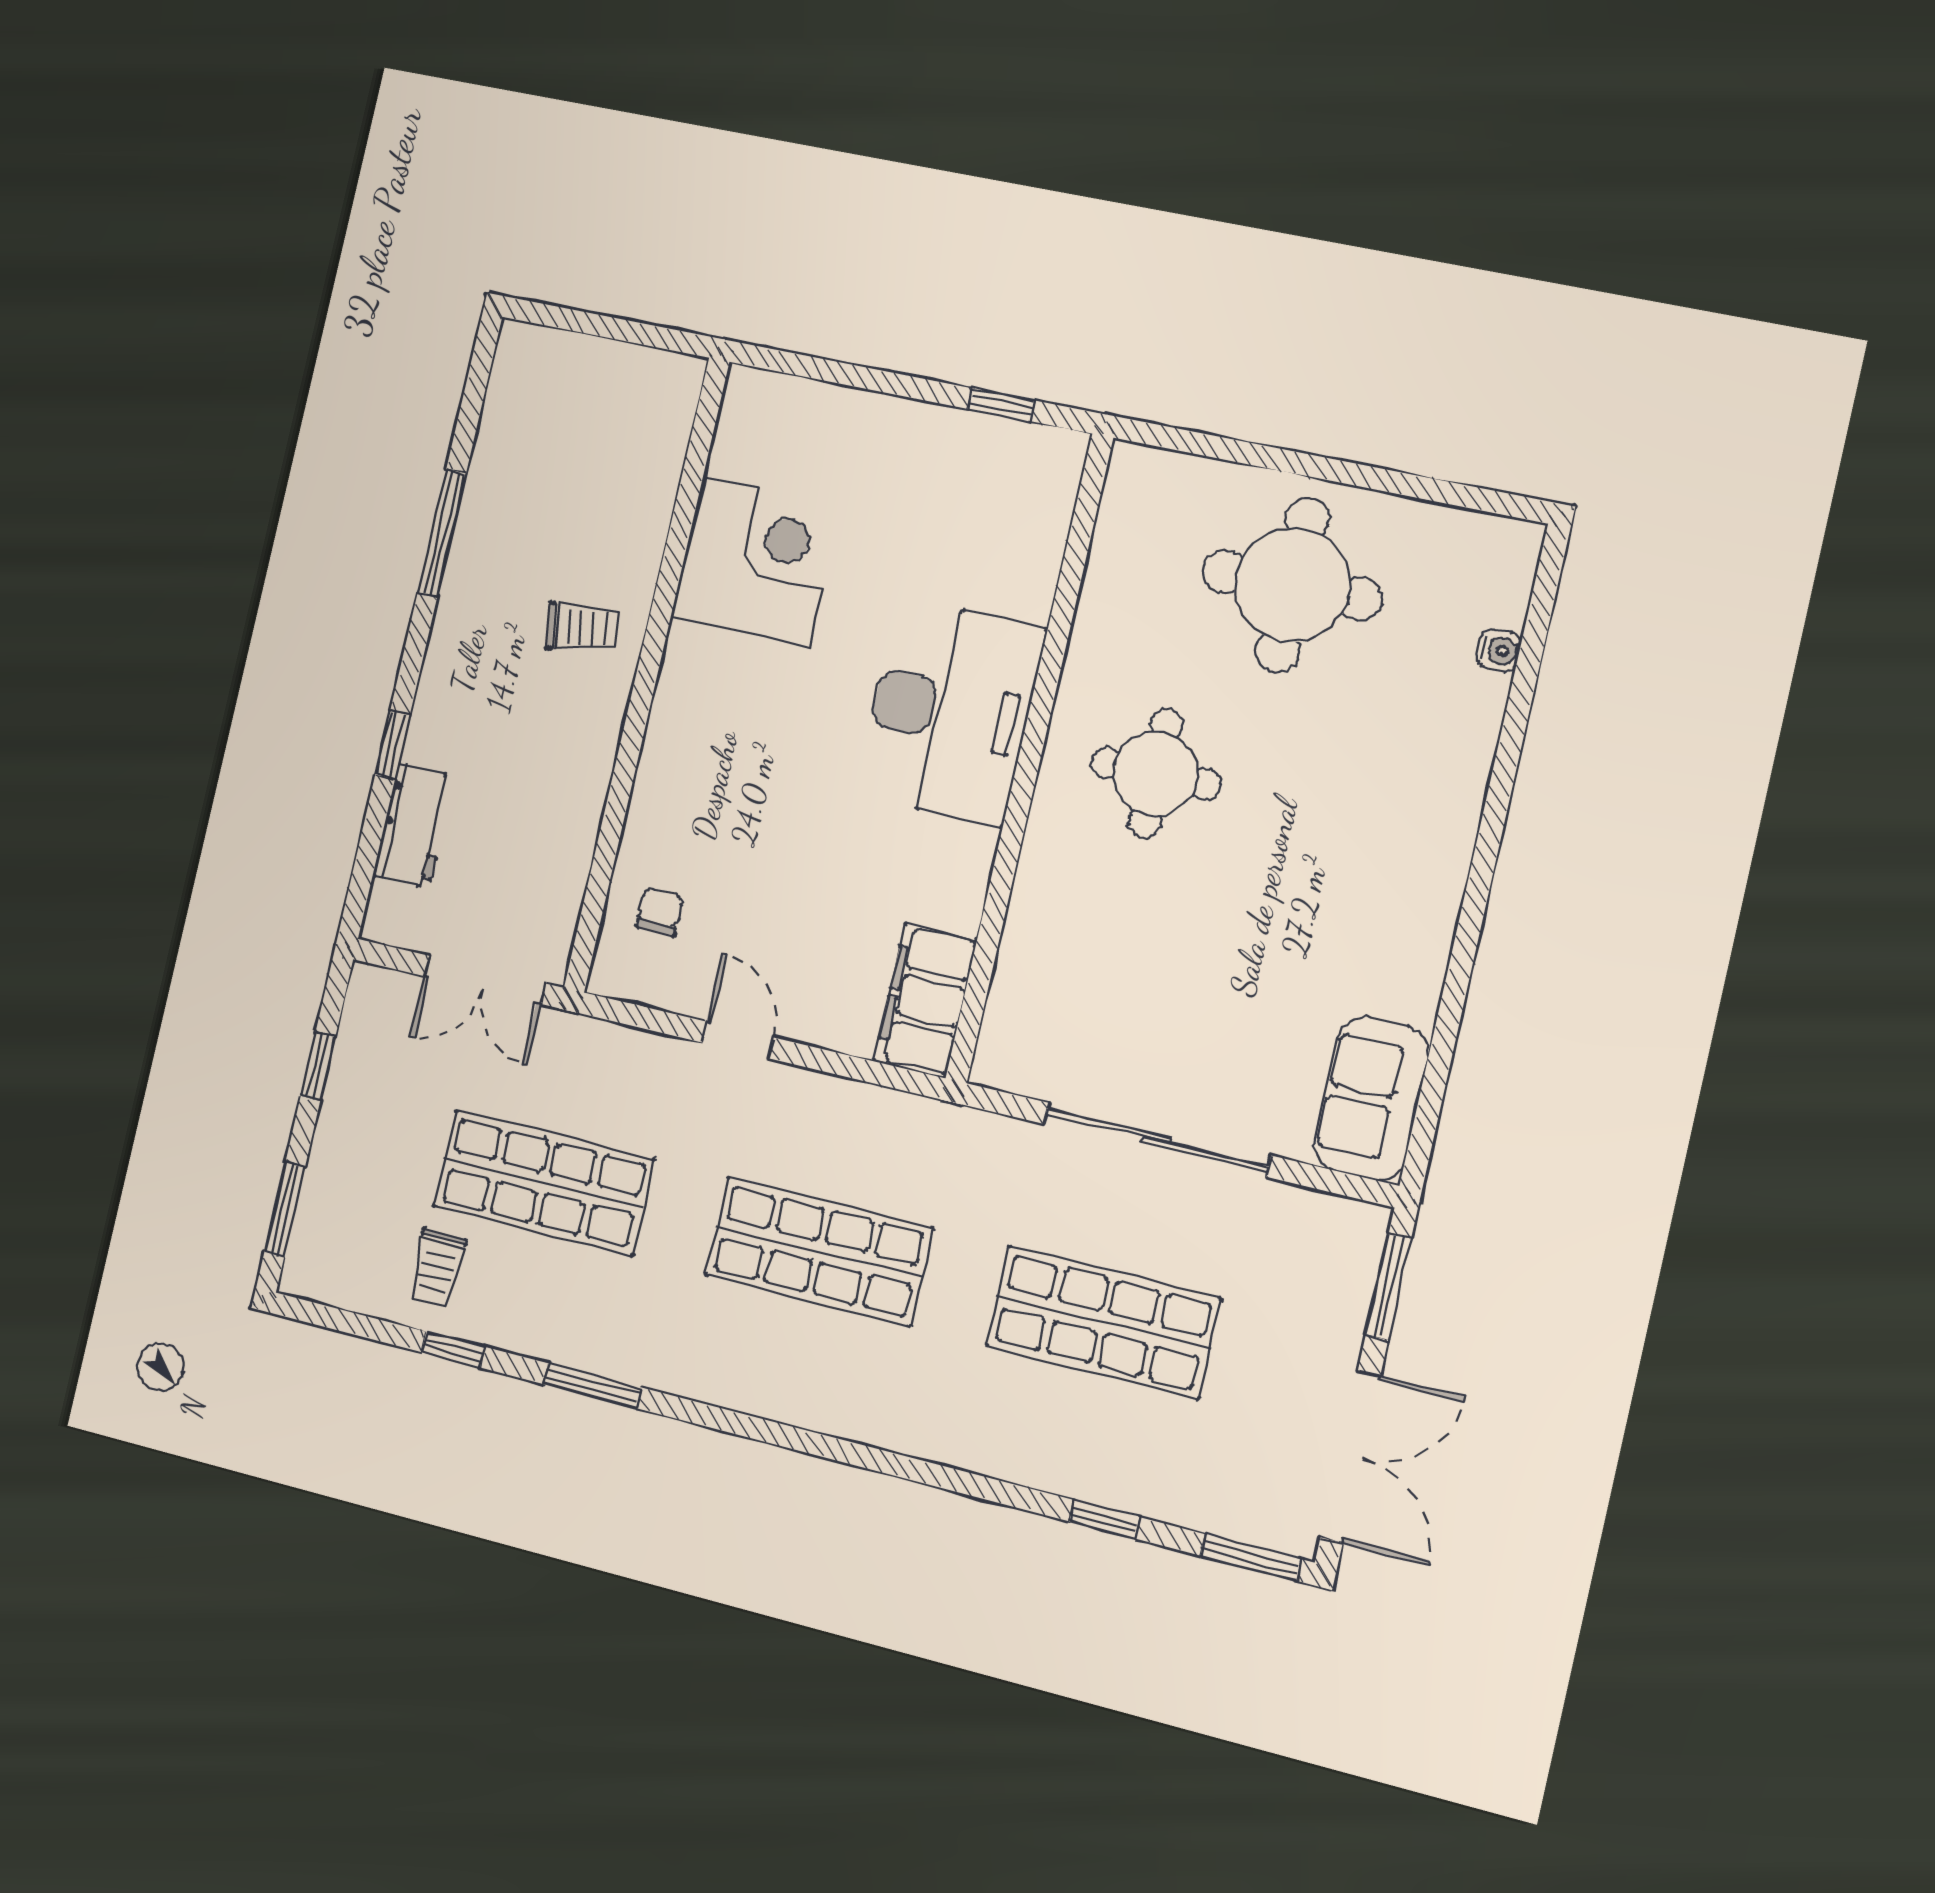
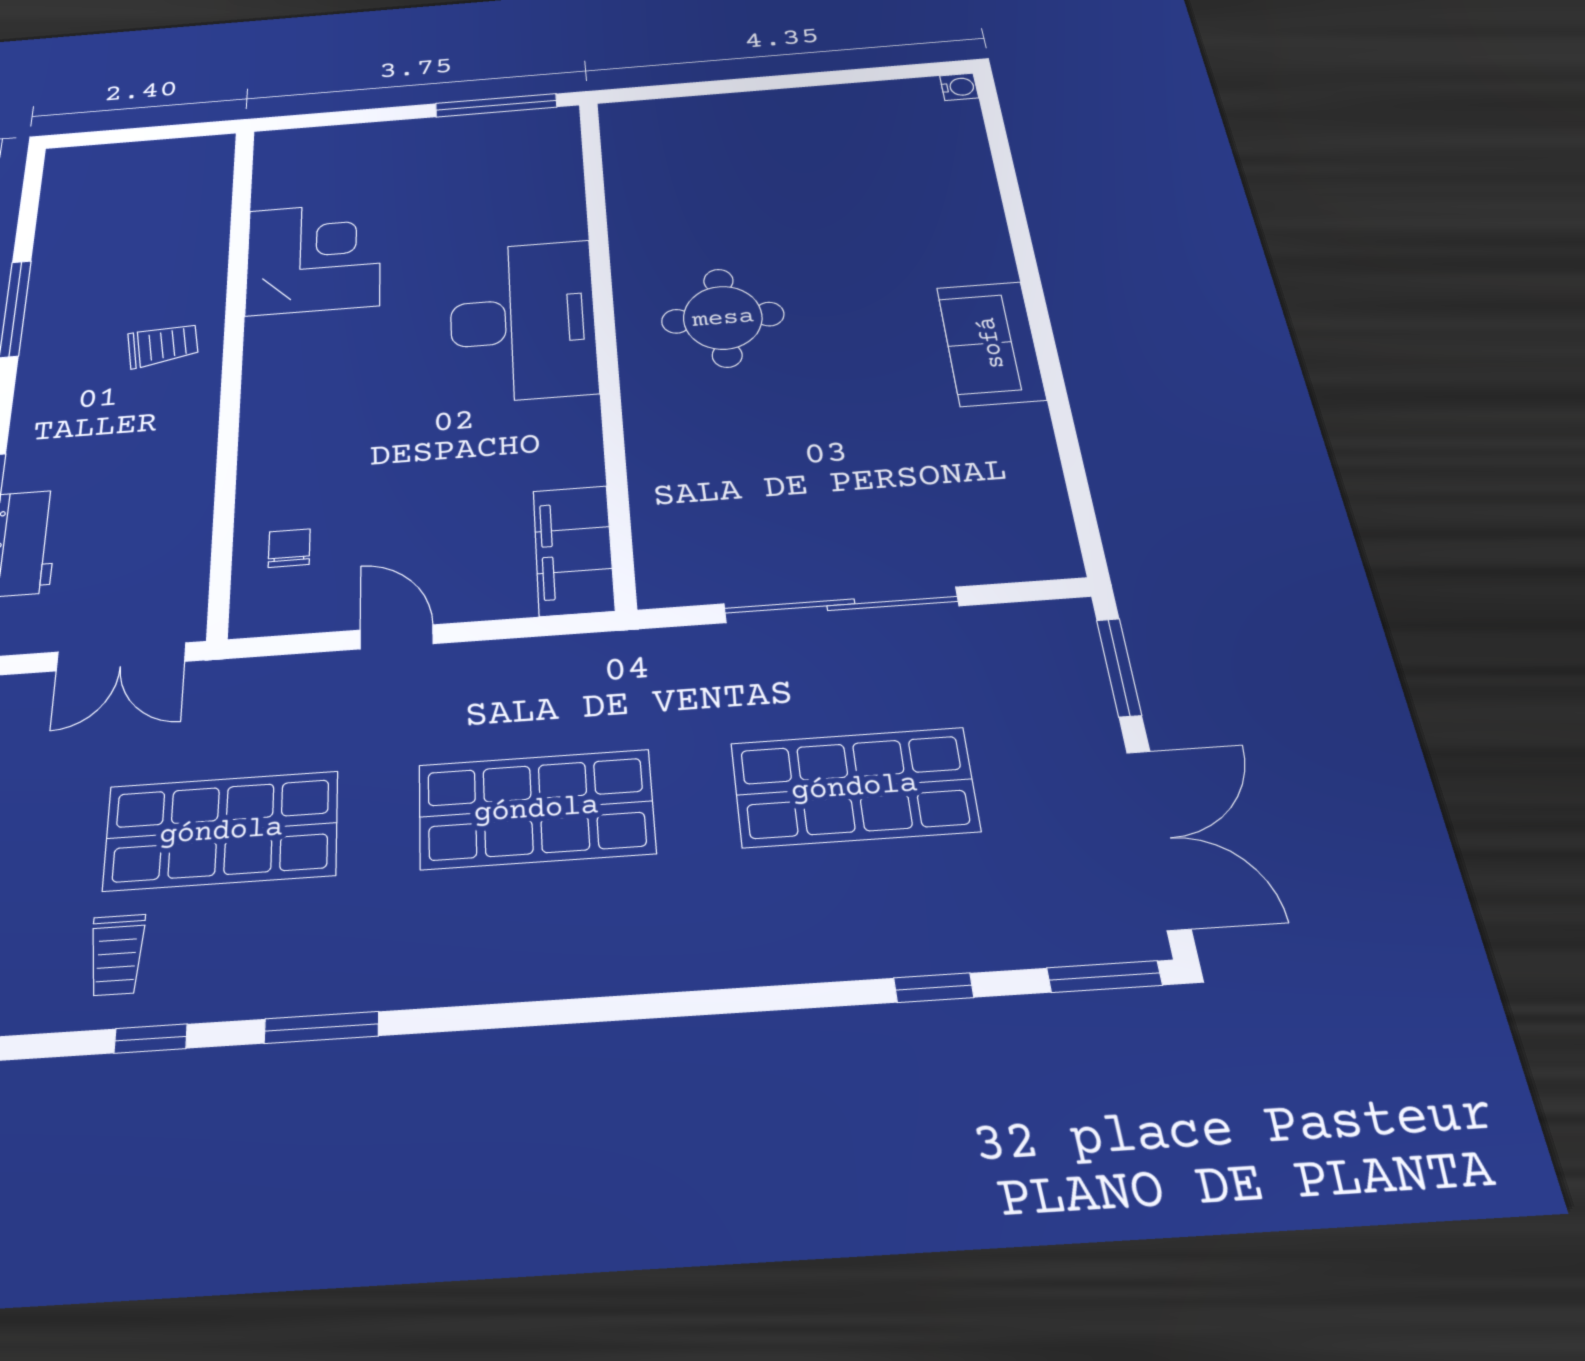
window: (1001, 405) -> (496, 105), width x2.17
round table: (1292, 585) -> (785, 161), removed
water cooler: (1499, 650) -> (959, 87), moved
sofa: (1371, 1099) -> (991, 343), moved

